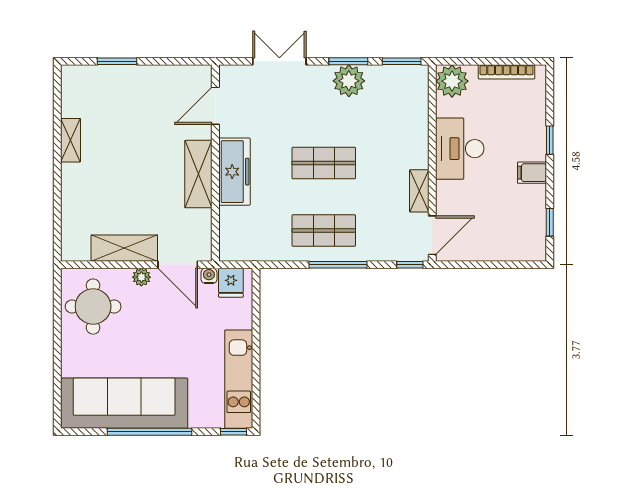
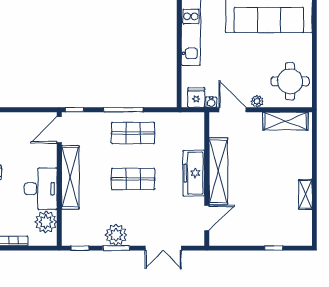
window: (117, 61) -> (274, 248), width x0.67
window: (402, 61) -> (80, 248), width x0.67
plant: (452, 81) -> (46, 222), moved
shelving: (198, 174) -> (218, 171), width x1.47
shelving: (419, 191) -> (70, 177), width x2.20, depth x1.33
shelving: (124, 248) -> (285, 121), moved

